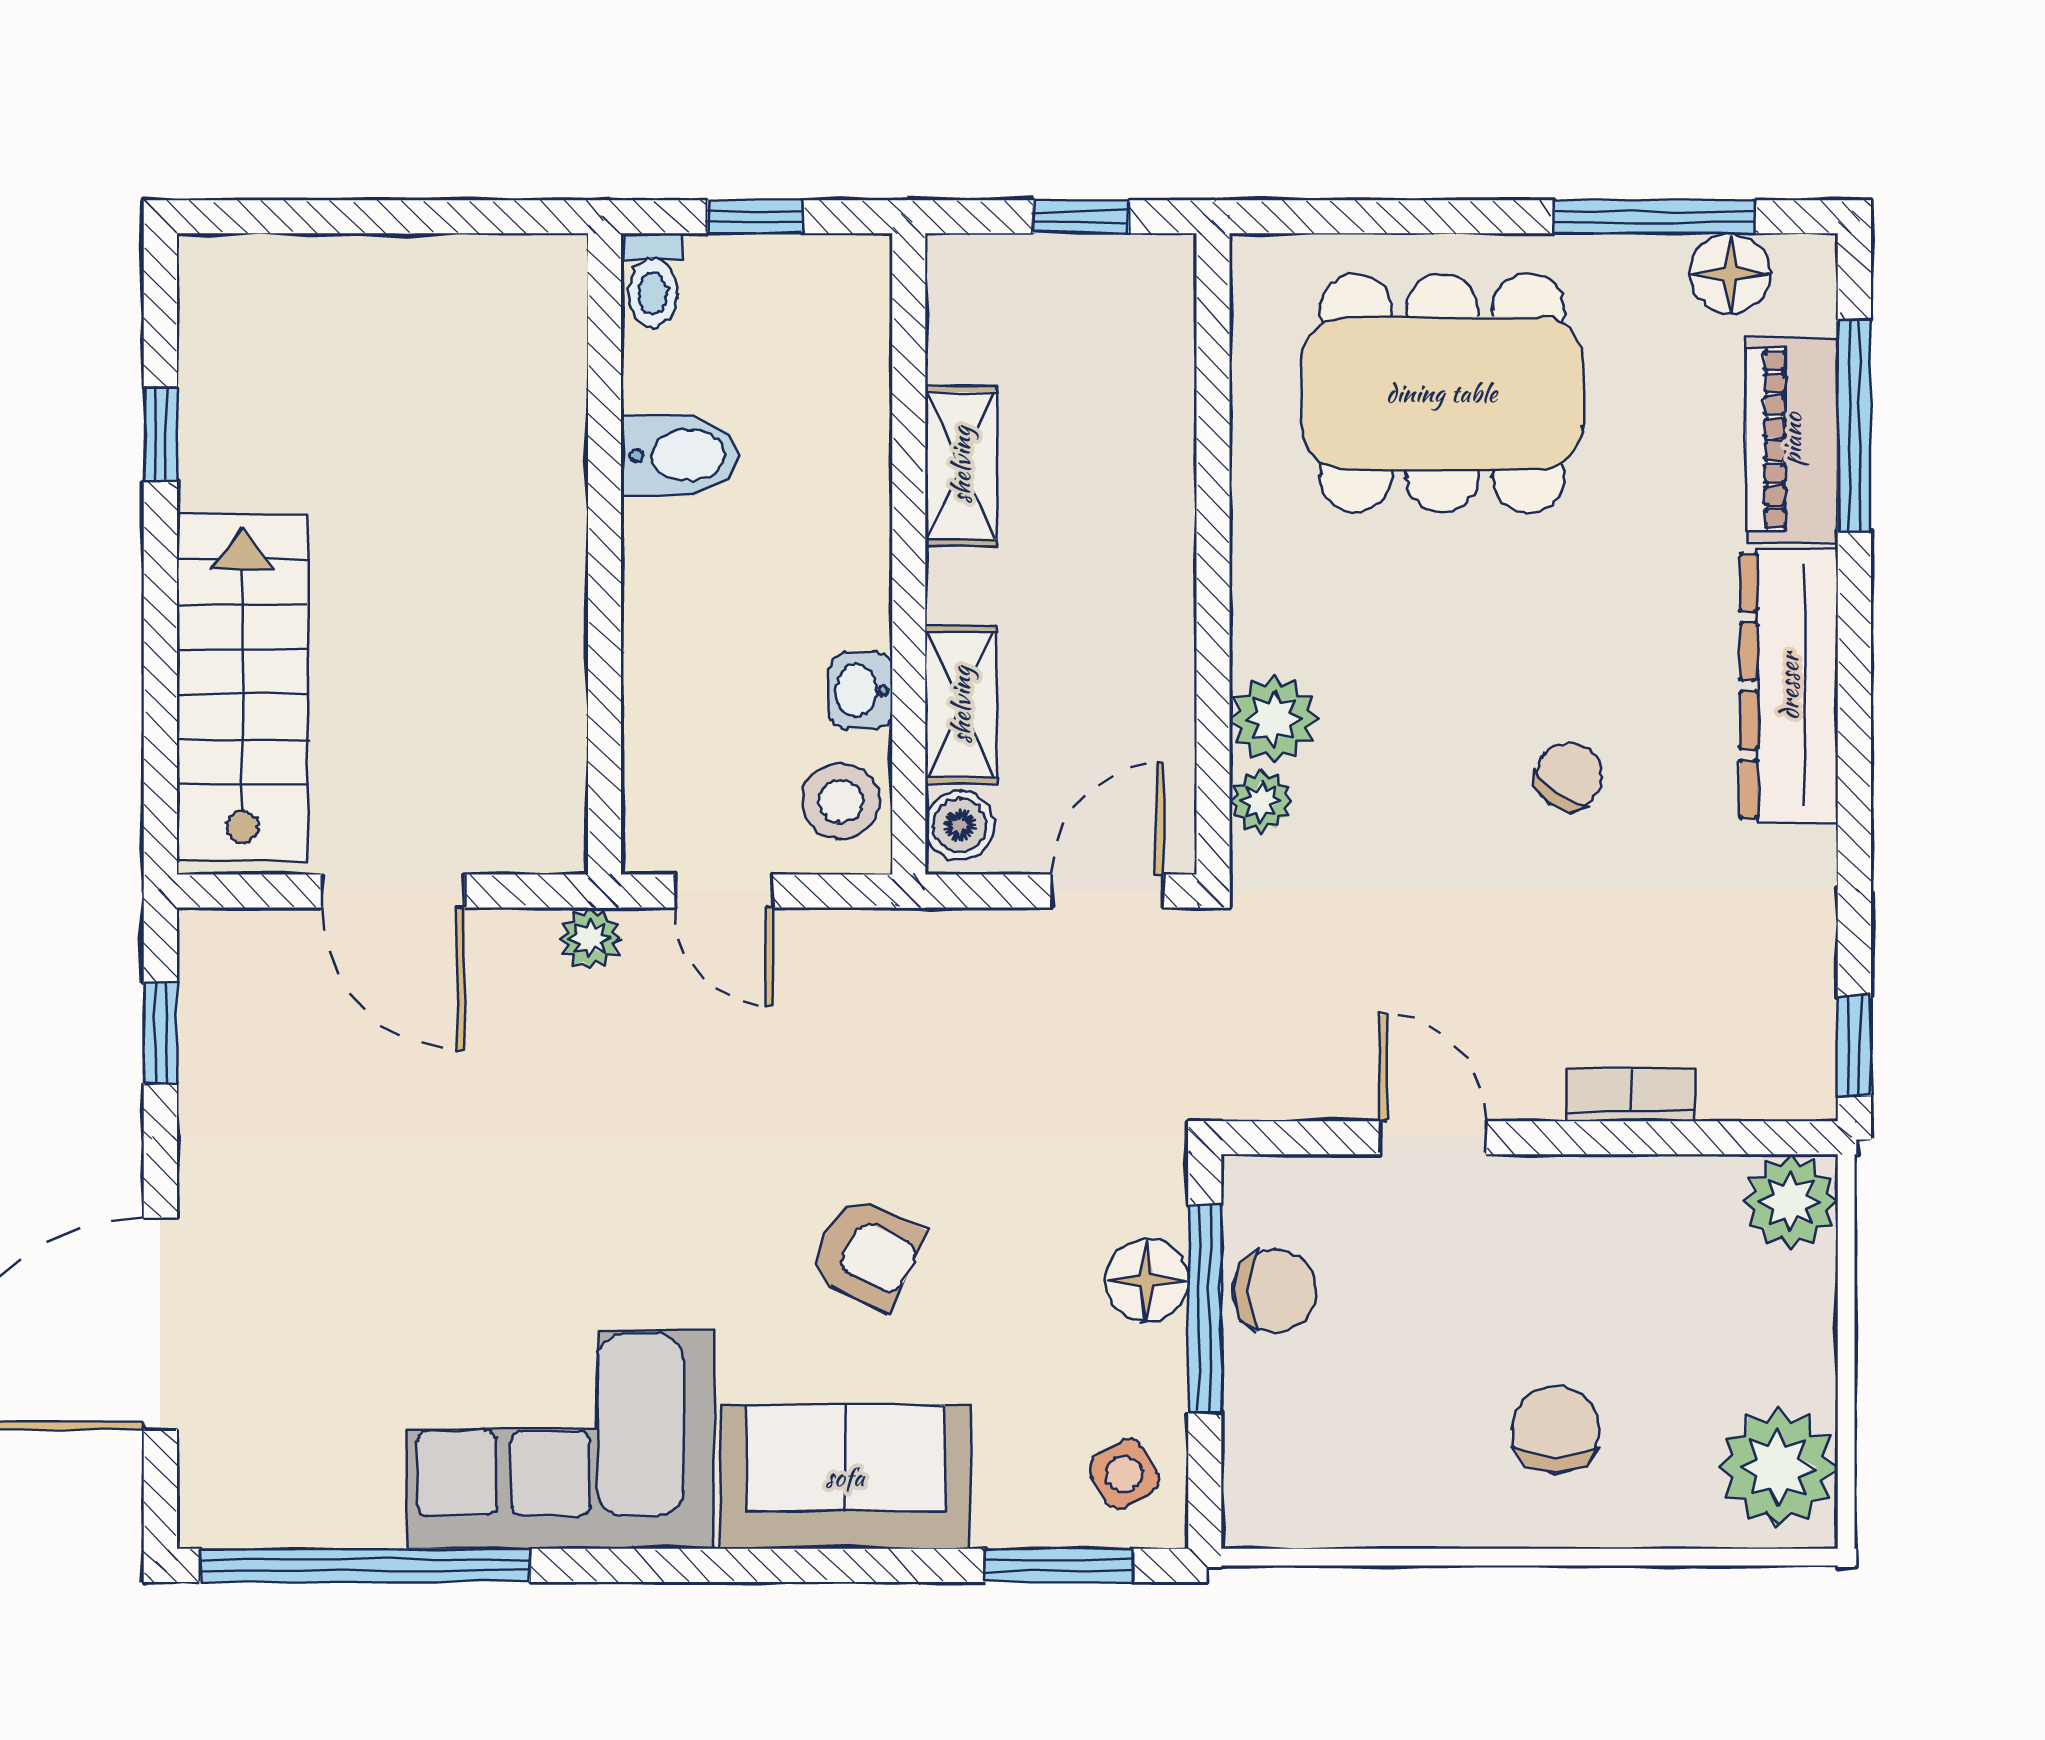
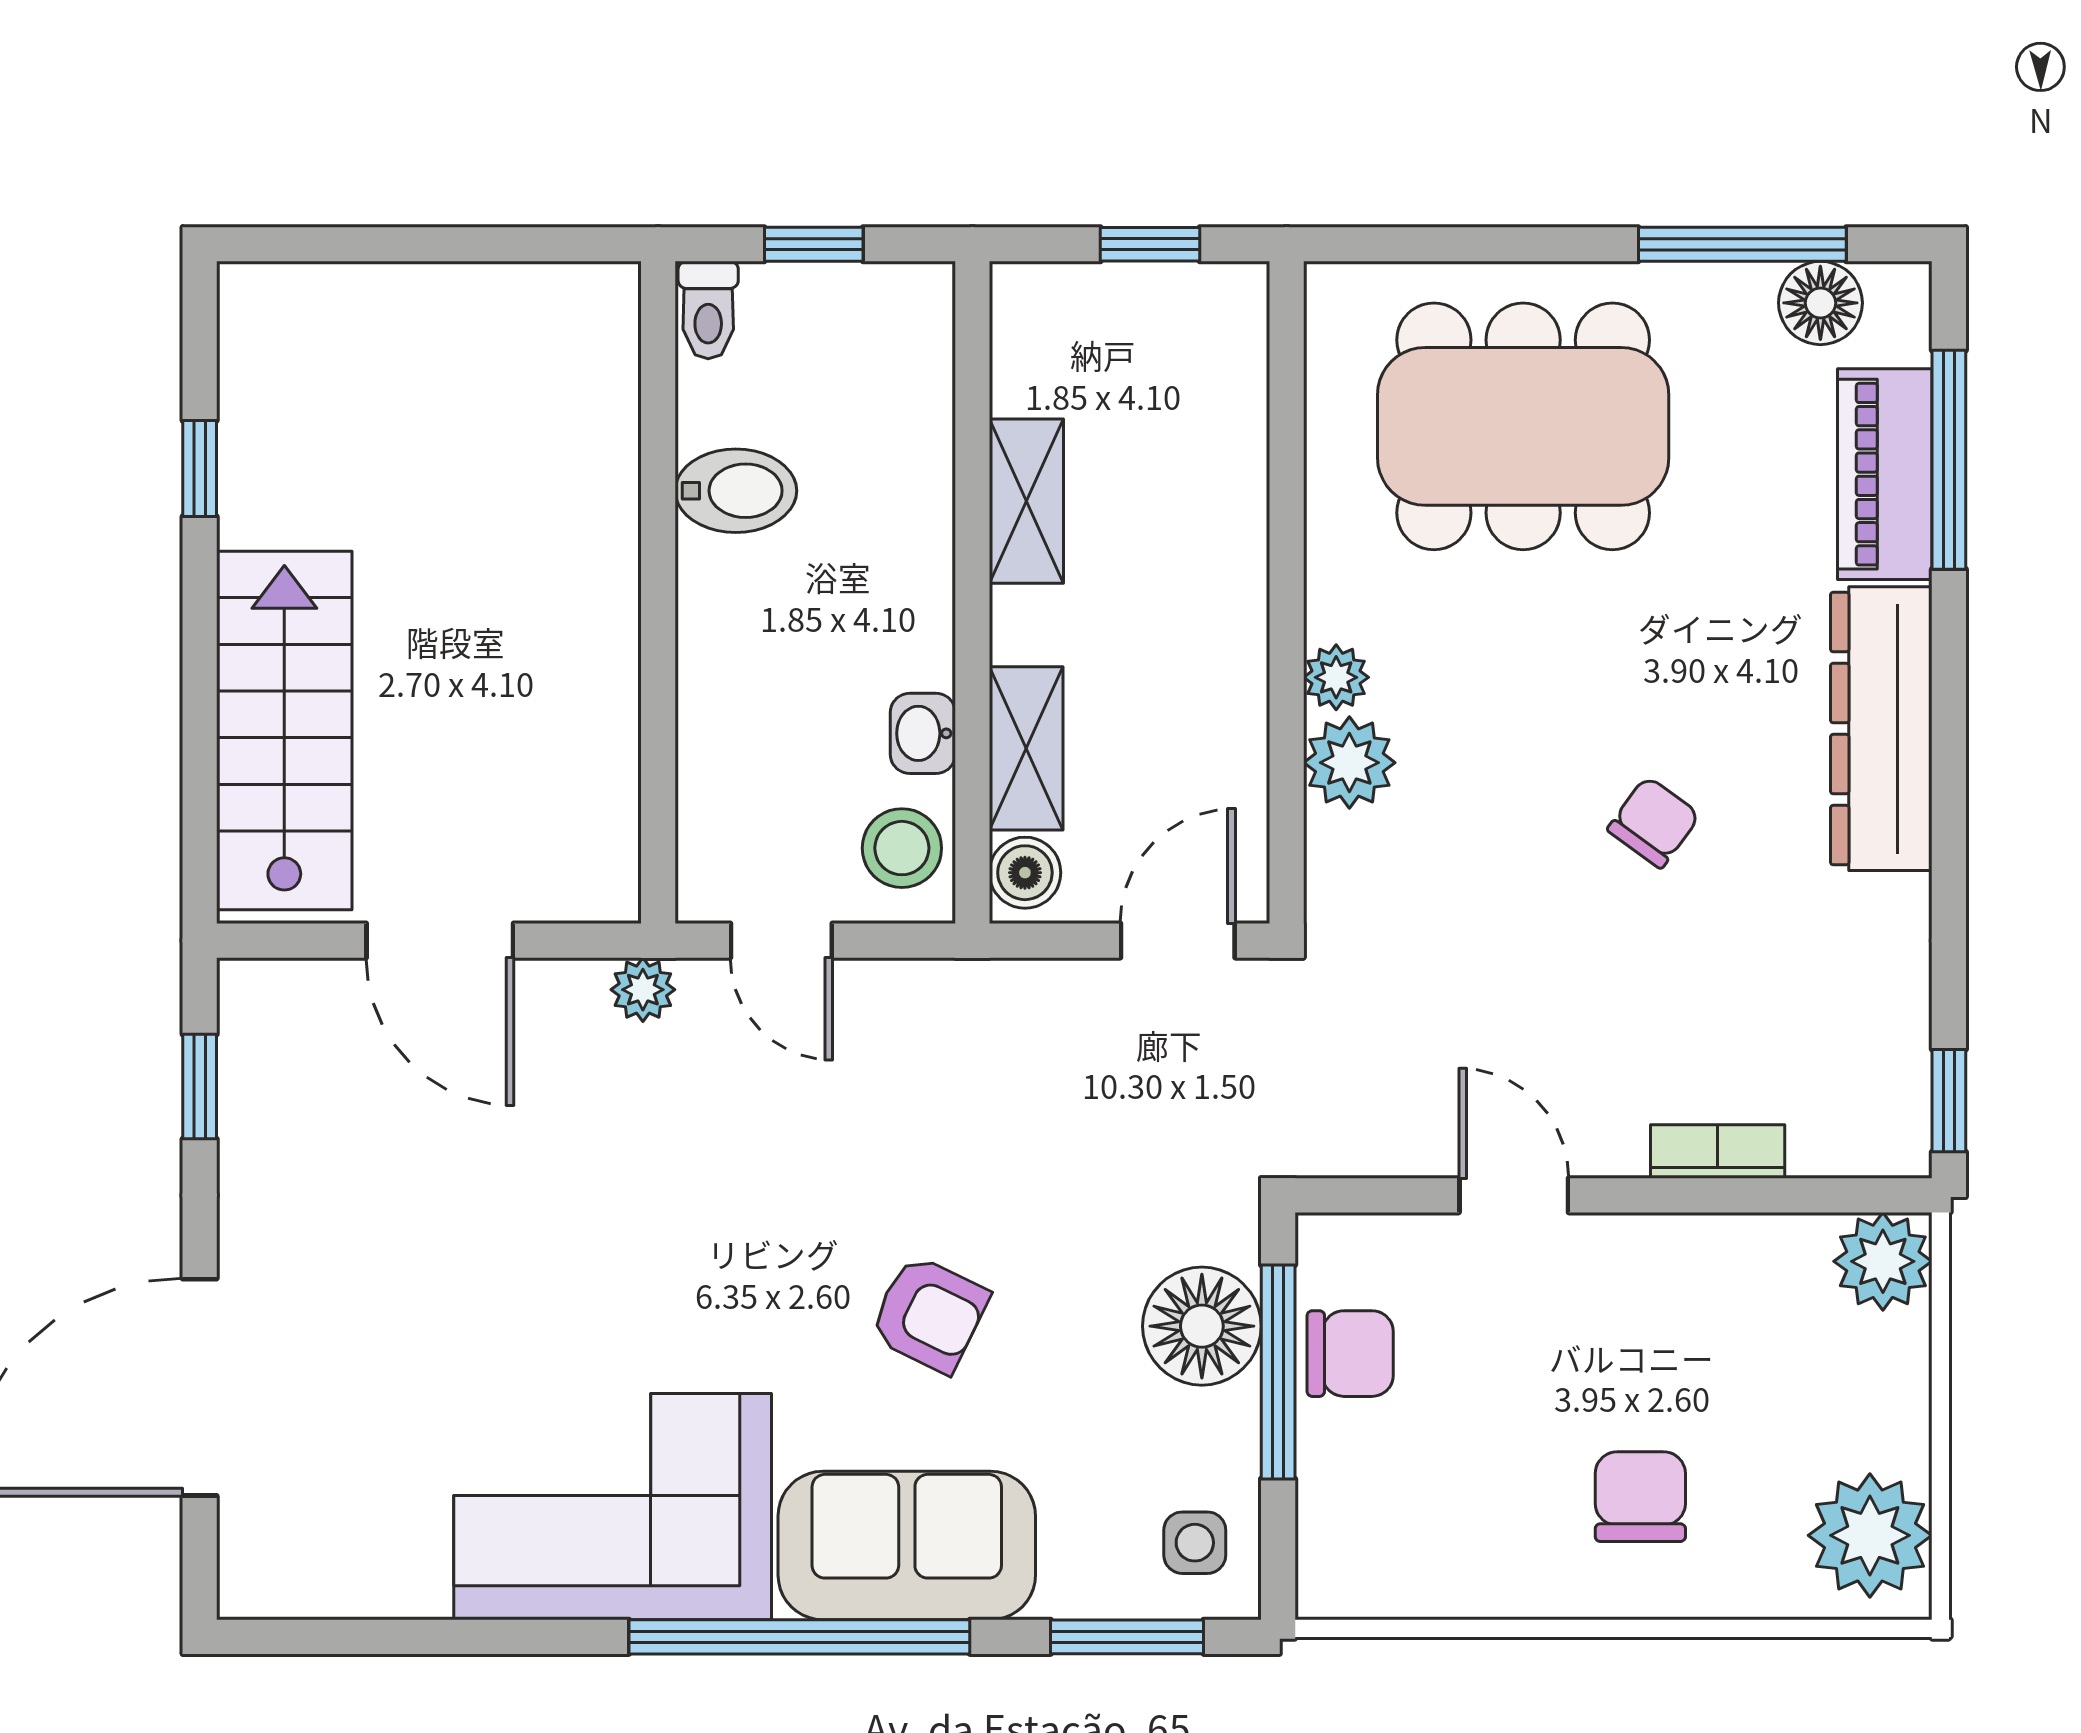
plant: (1261, 801) -> (1336, 677), moved
floor lamp: (1147, 1280) -> (1202, 1326), width x1.38, depth x1.38
side table: (1124, 1474) -> (1195, 1543), turned 30
window: (365, 1565) -> (799, 1637), moved

